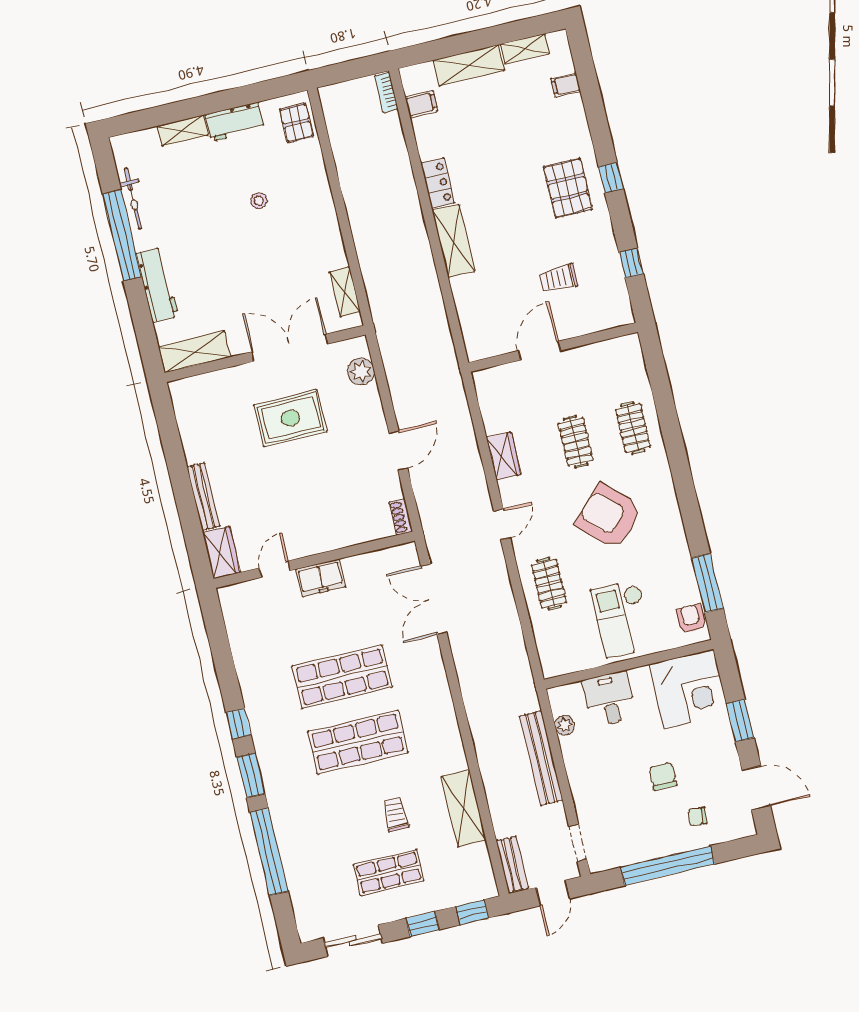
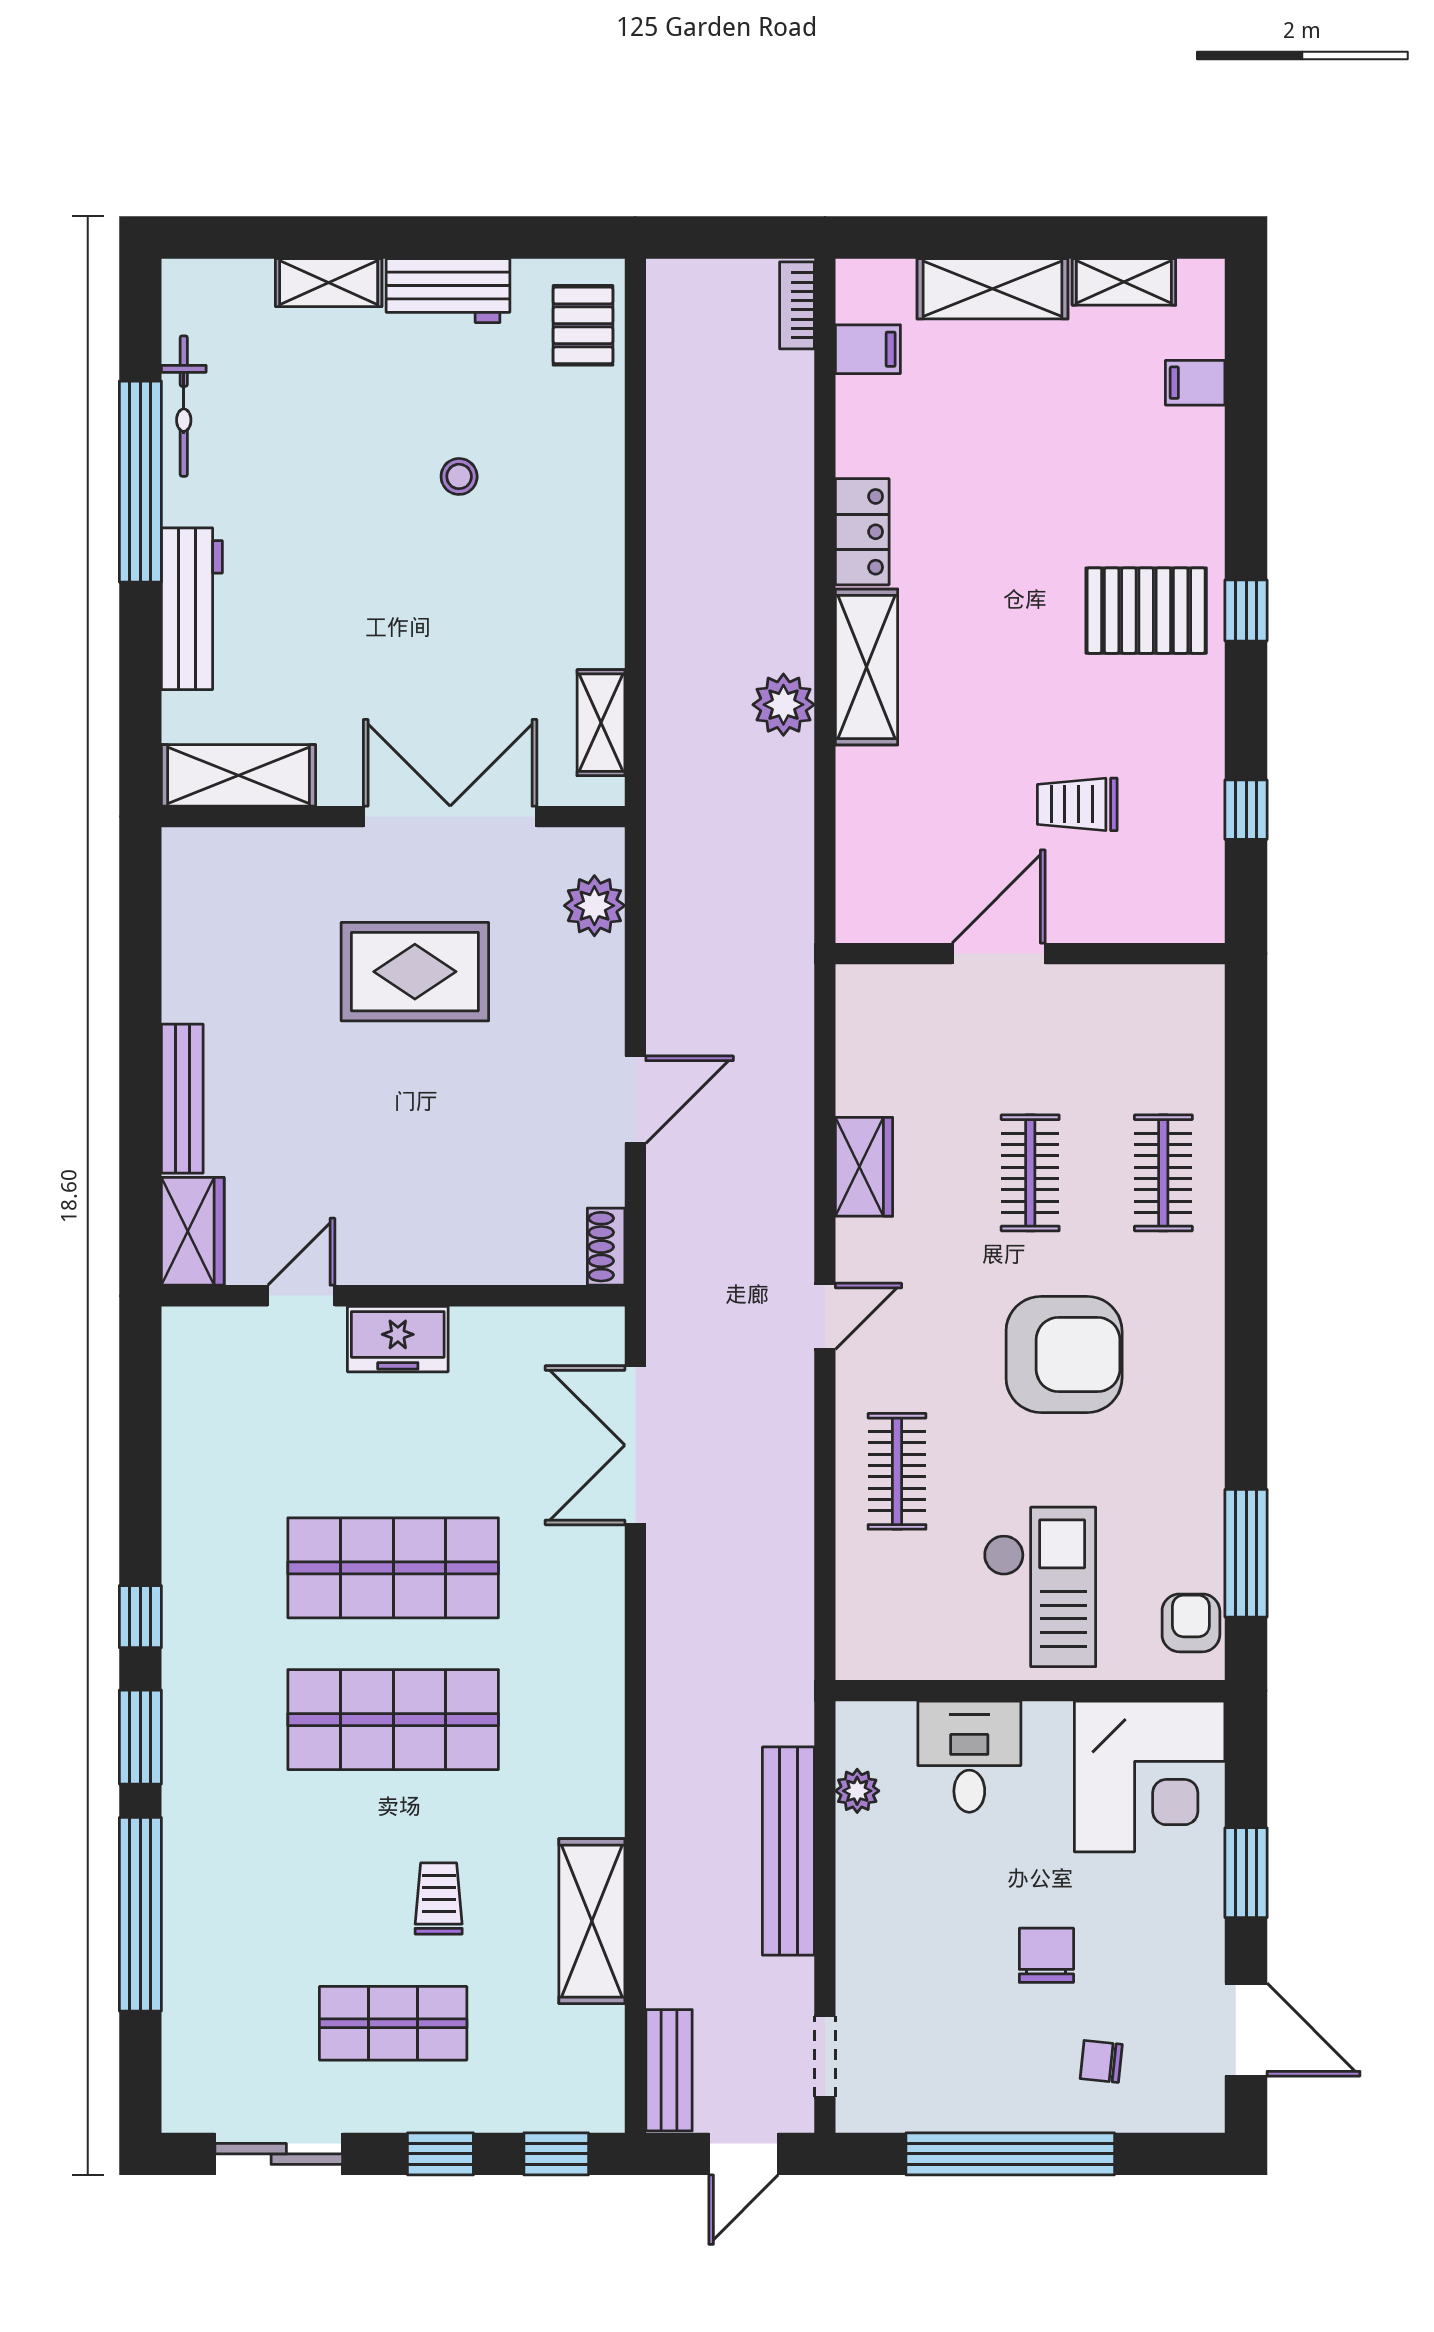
pallet: (568, 188) -> (1146, 611), turned 90
plant: (422, 266) -> (783, 705), added
armchair: (609, 516) -> (1064, 1354), turned 136
checkout: (622, 619) -> (1040, 1587), turned 180

